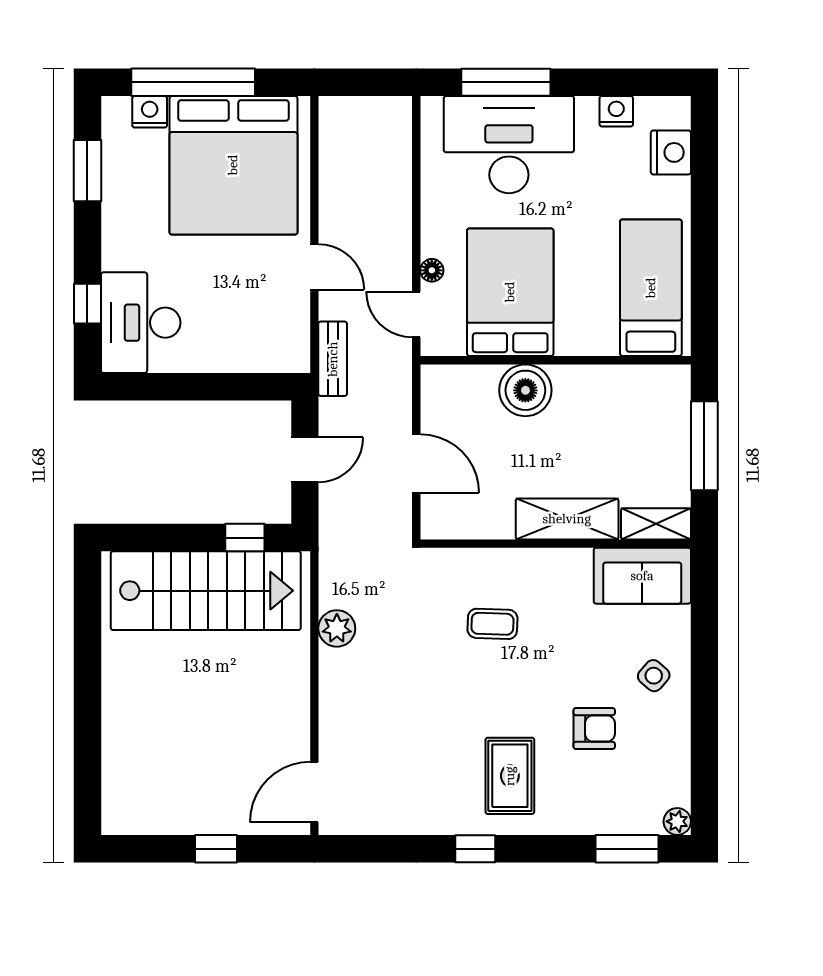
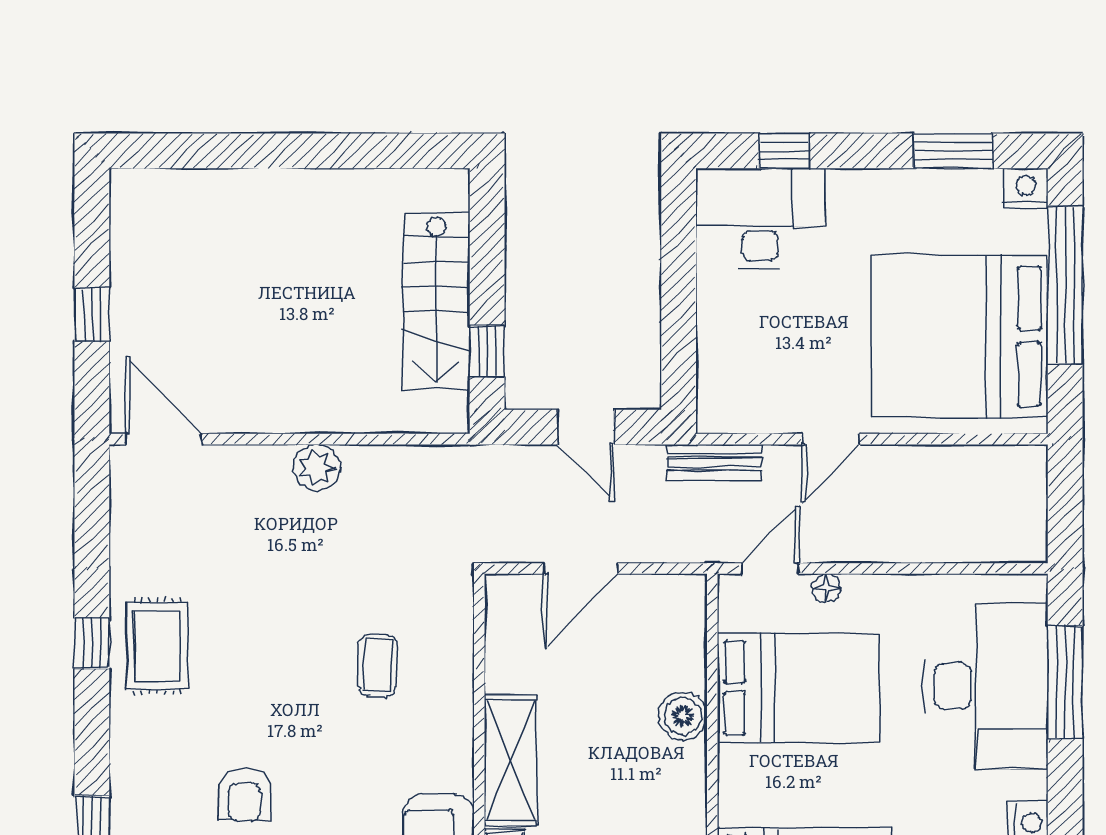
nightstand: (150, 112) -> (1026, 188), moved, turned -90
boiler: (525, 390) -> (683, 716), width x0.73, depth x0.73
stairs: (206, 591) -> (436, 301), width x0.73, depth x0.66
plant: (337, 628) -> (317, 468), moved
rug: (510, 776) -> (157, 646), moved, turned 90

